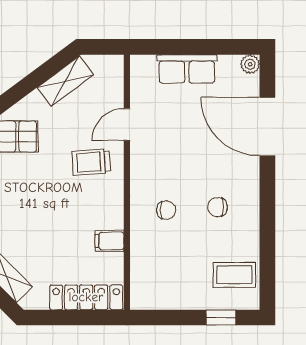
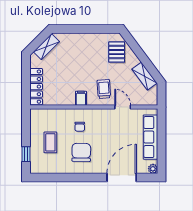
row of seats: (187, 69) -> (151, 137), width x1.48
chair: (218, 207) -> (81, 152), width x1.87, depth x1.87
filing cabinet: (109, 241) -> (81, 98), moved
coffee table: (234, 275) -> (50, 142), moved

